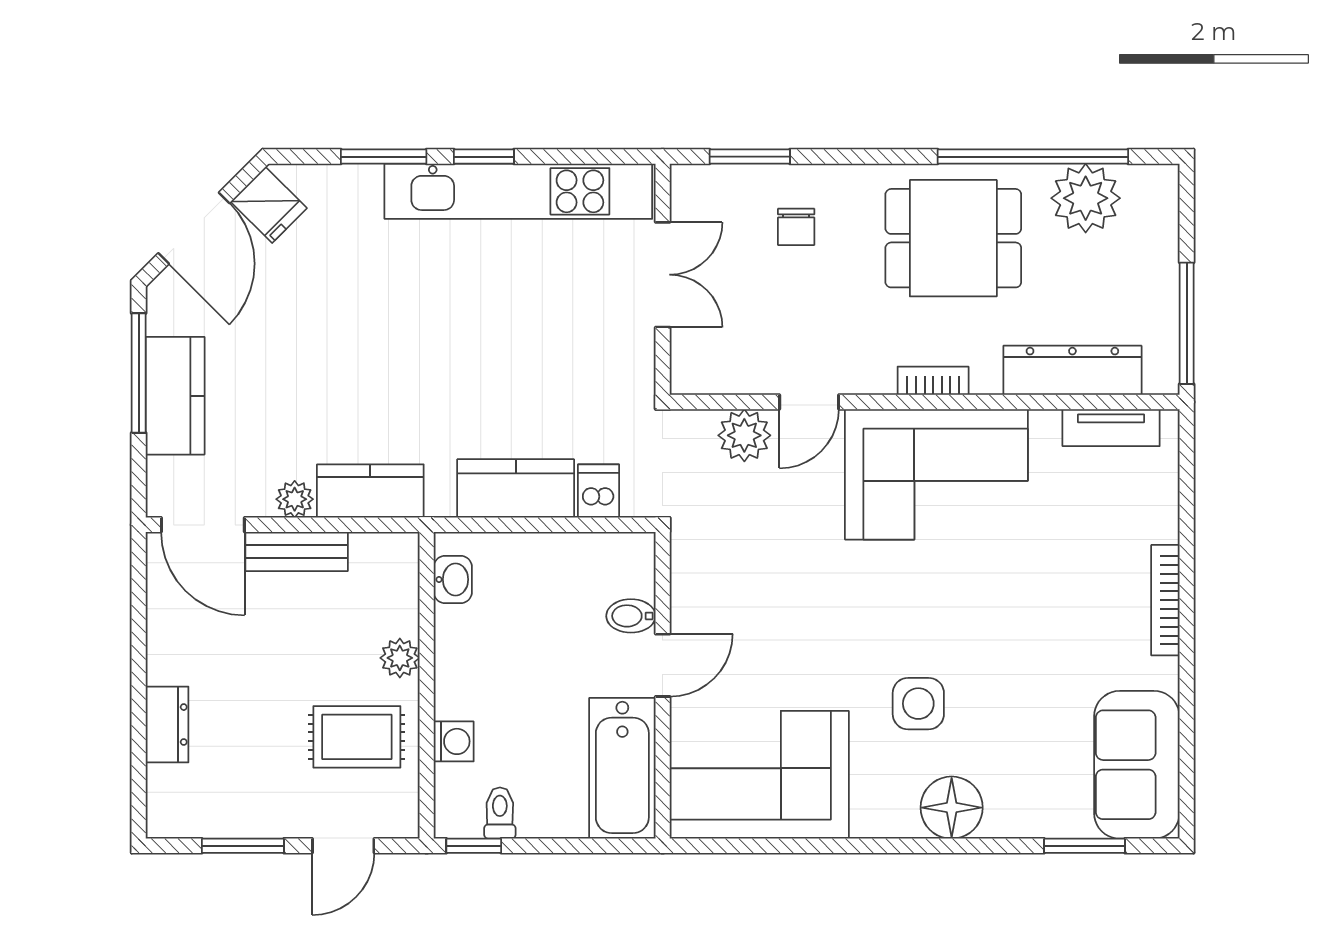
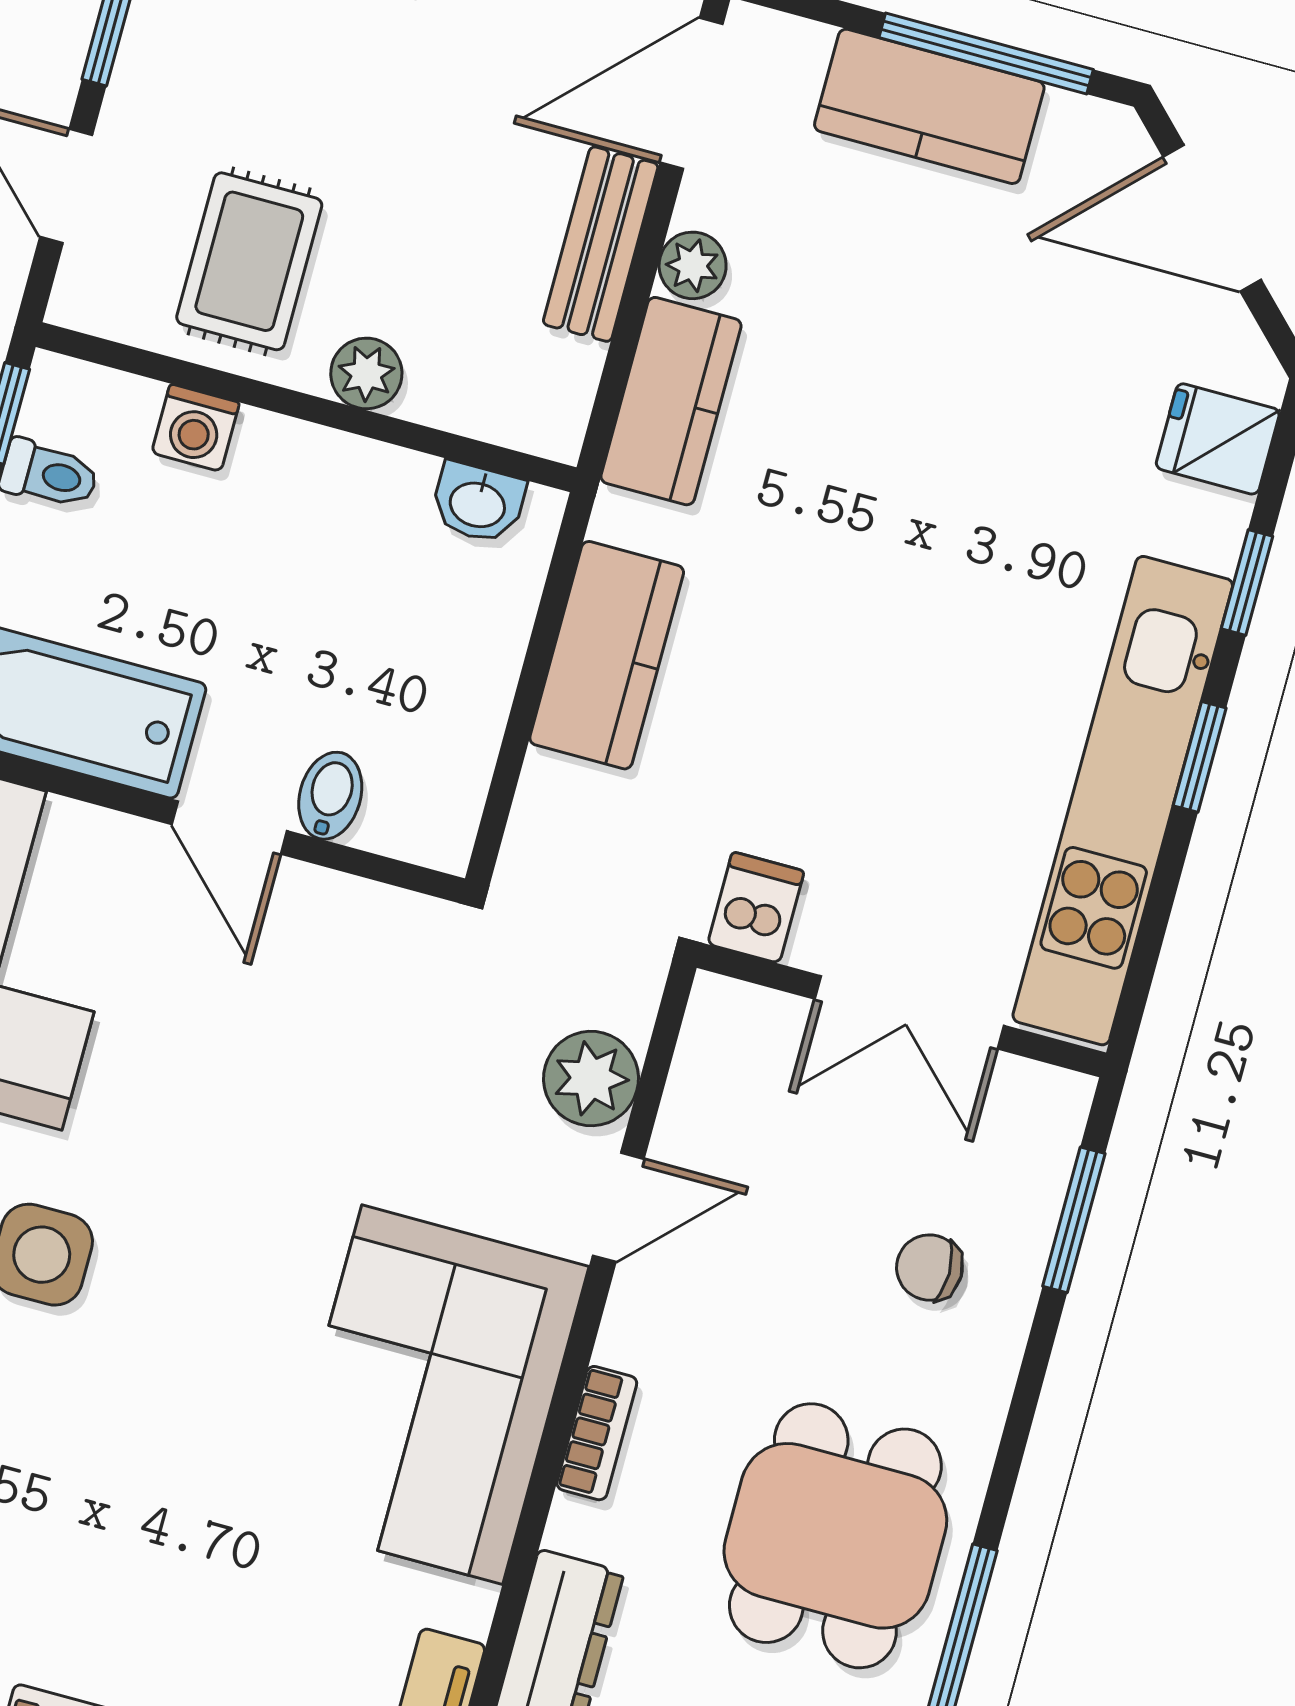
window: (384, 157) -> (1247, 582), width x0.67
fridge: (269, 205) -> (1218, 439), moved, turned 45
door: (809, 402) -> (618, 1207), swing flipped
dishwasher: (598, 491) -> (756, 908), moved, turned -90

